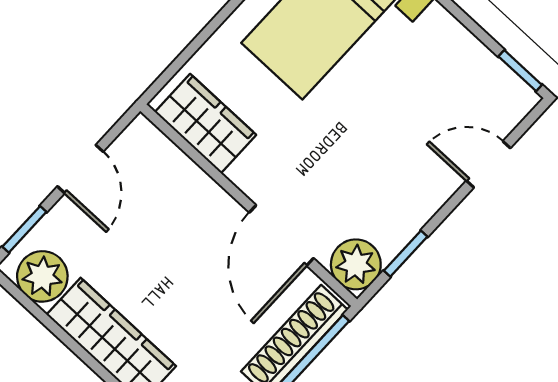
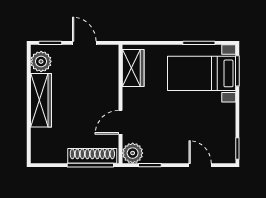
door: (80, 169) -> (84, 43), swing flipped
door: (281, 235) -> (121, 122), width x0.73

